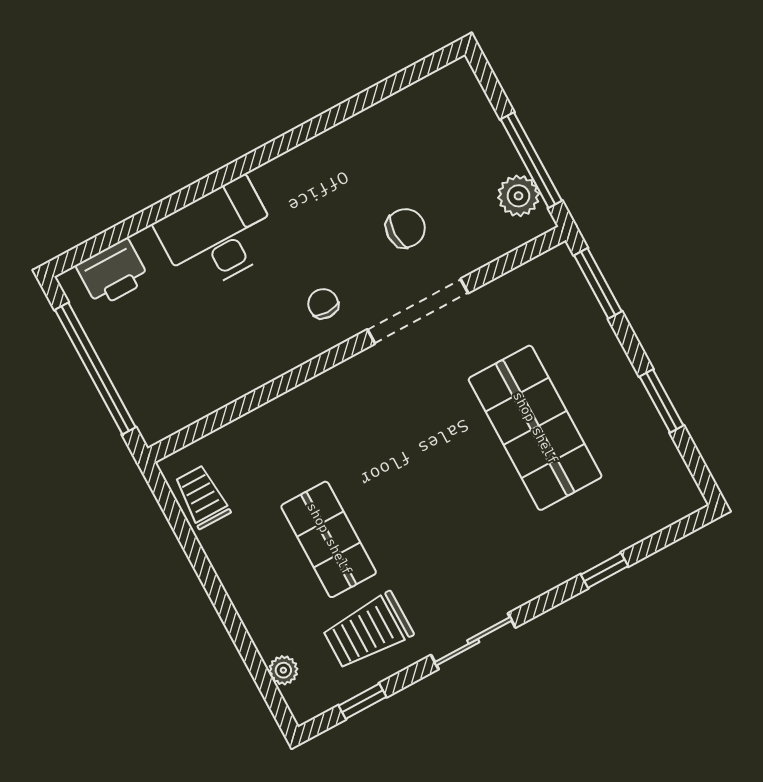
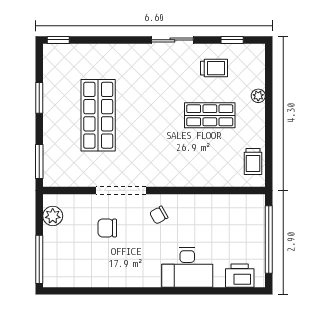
window: (531, 160) -> (39, 259), moved
chair: (323, 304) -> (159, 215), turned 61
shop shelf: (329, 539) -> (210, 115), turned 90
window: (604, 570) -> (58, 40), moved
trolley: (368, 631) -> (214, 68), width x0.73, depth x0.72
plant: (283, 670) -> (258, 96), moved

